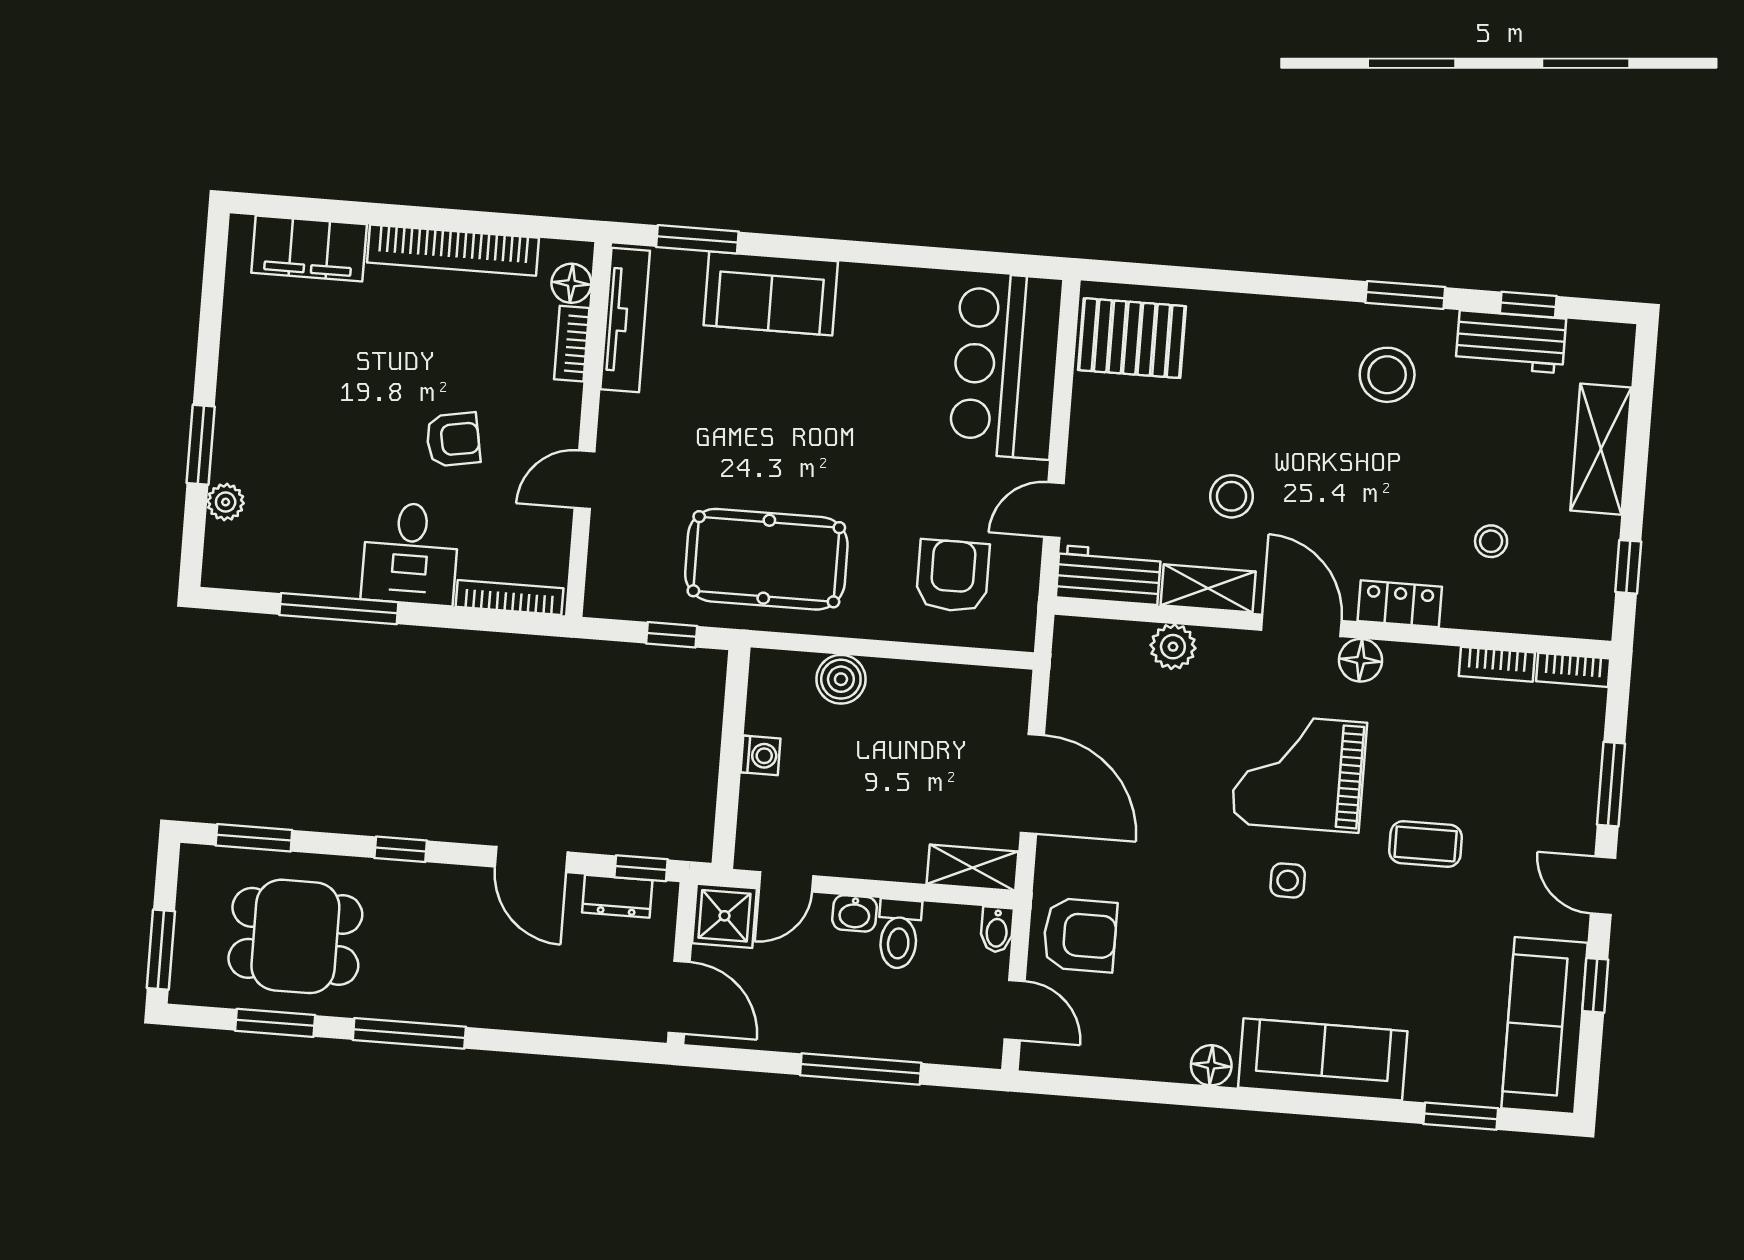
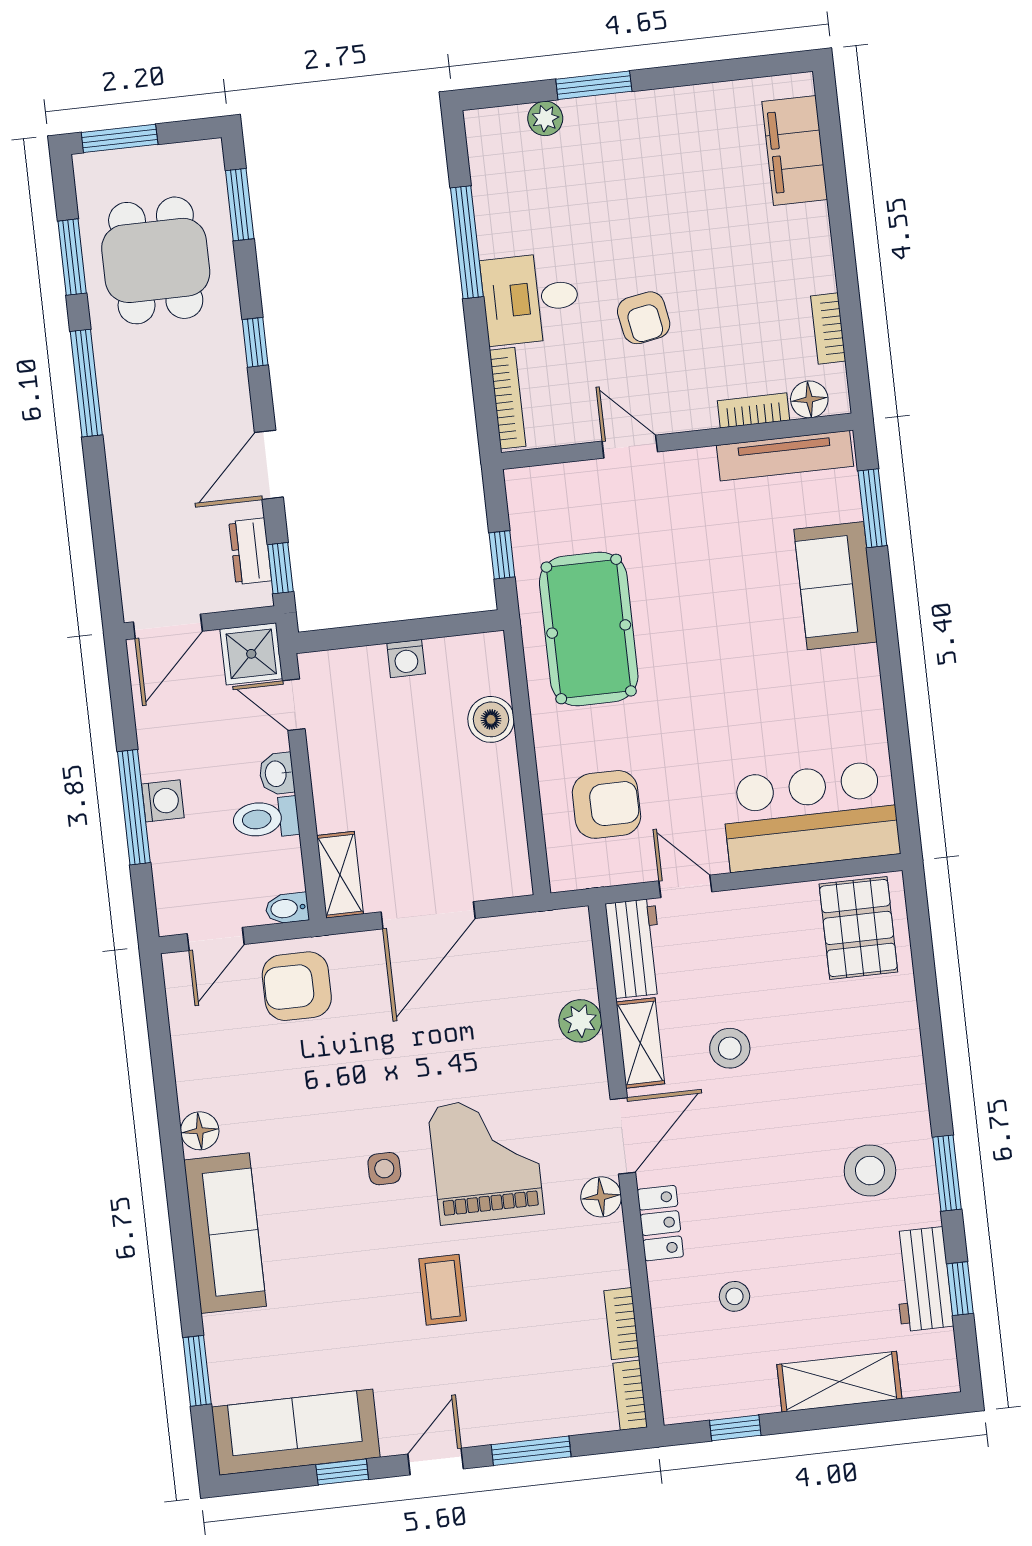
bookcase: (453, 250) -> (828, 328), width x0.43, depth x0.76
armchair: (1080, 935) -> (297, 986), turned 90
washing machine: (860, 1037) -> (163, 801), added

